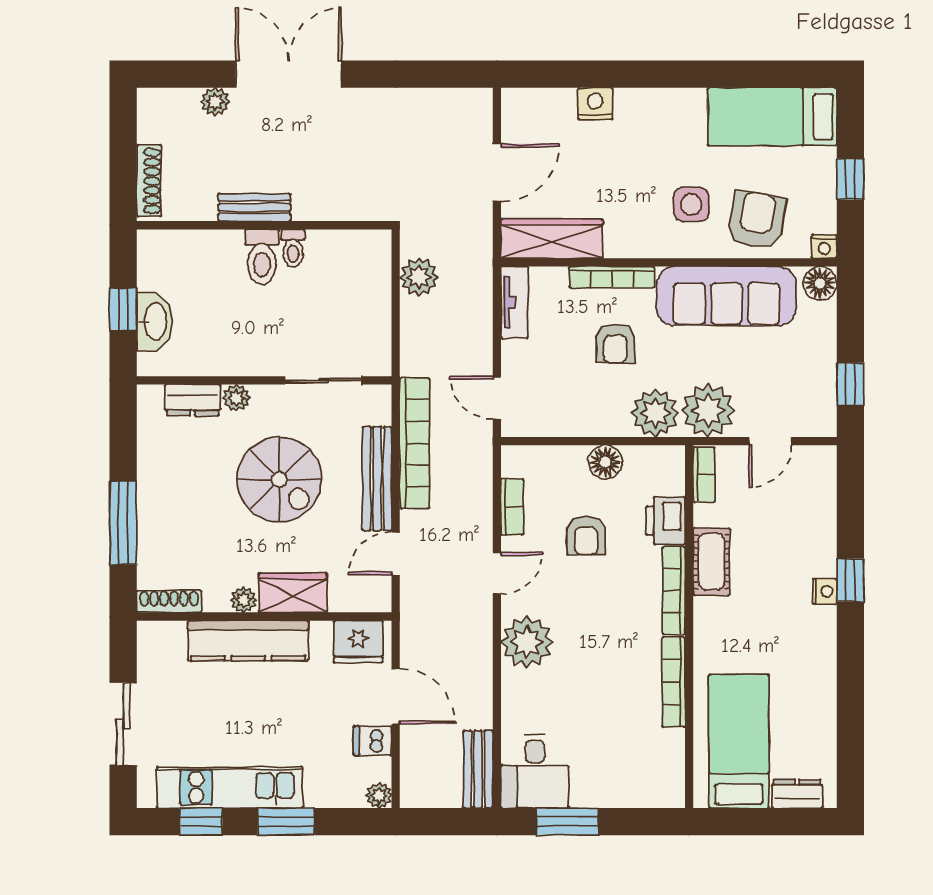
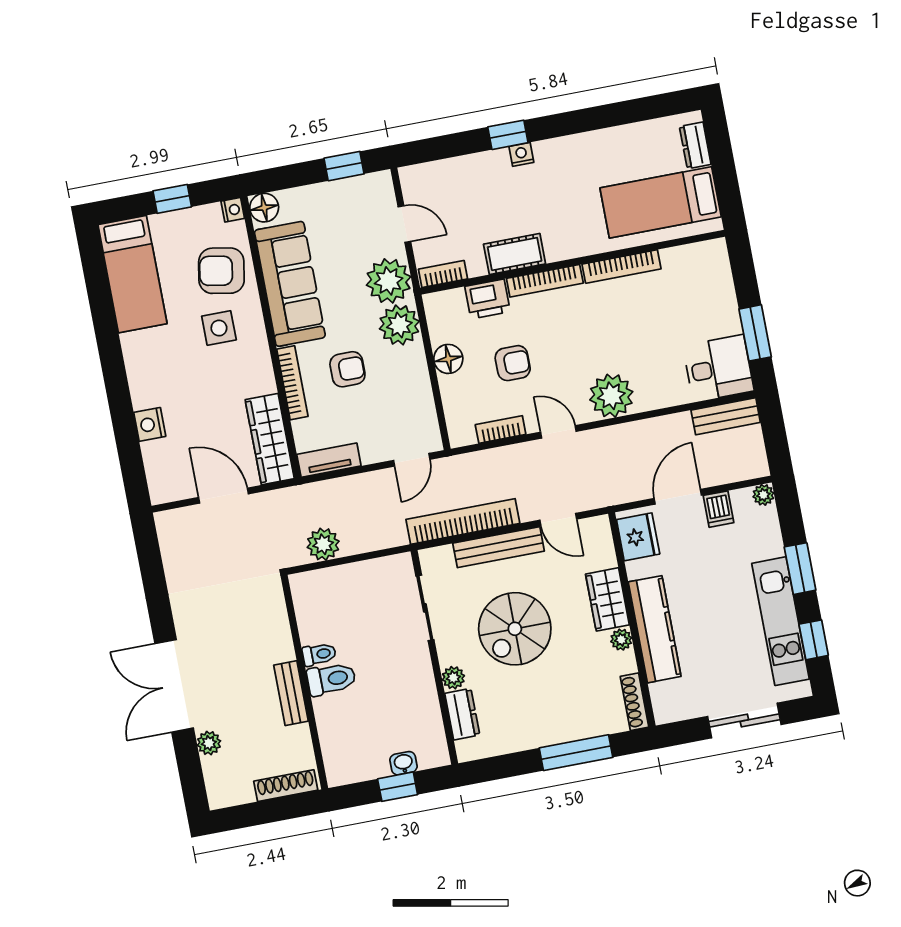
washbasin: (154, 322) -> (403, 763), width x0.52, depth x0.69
spiral stairs: (279, 479) -> (515, 629), turned 180

